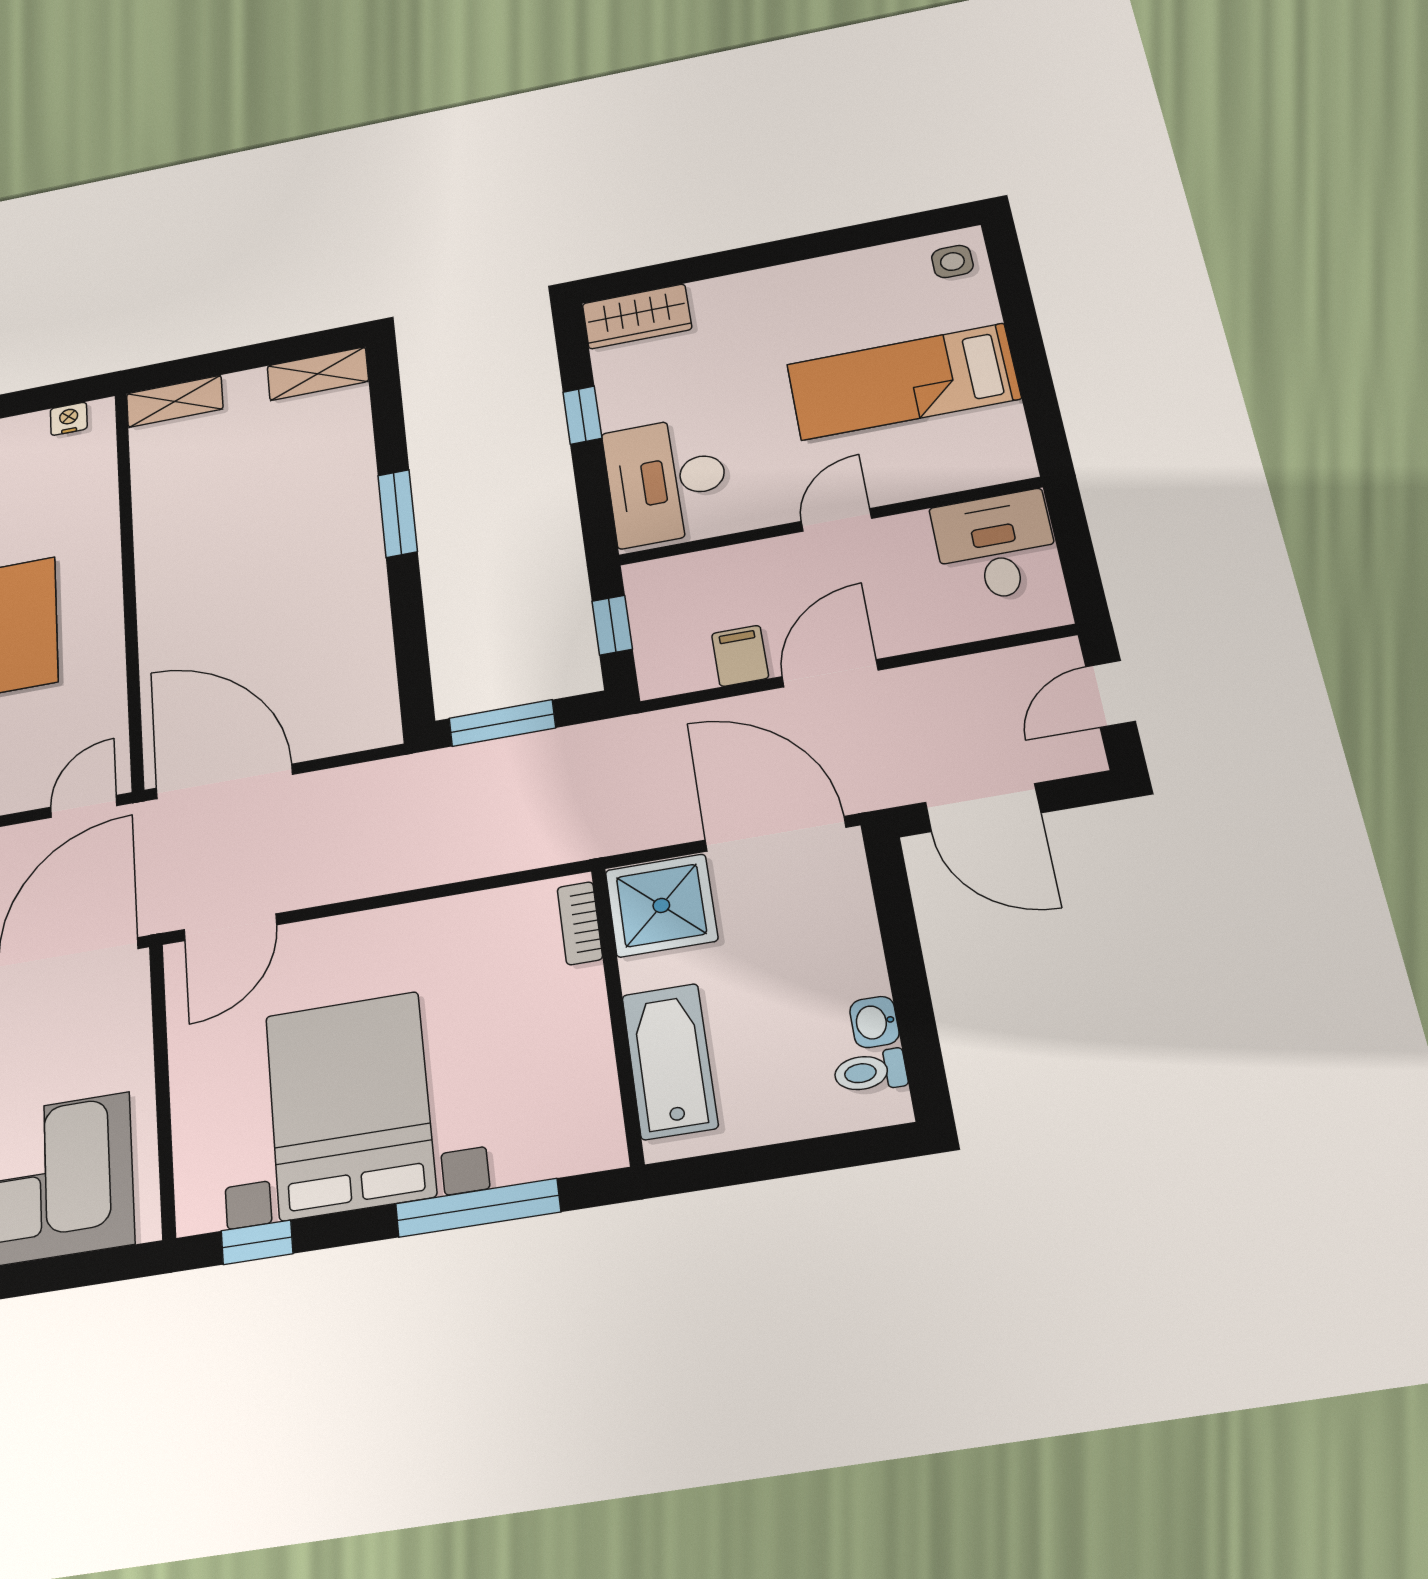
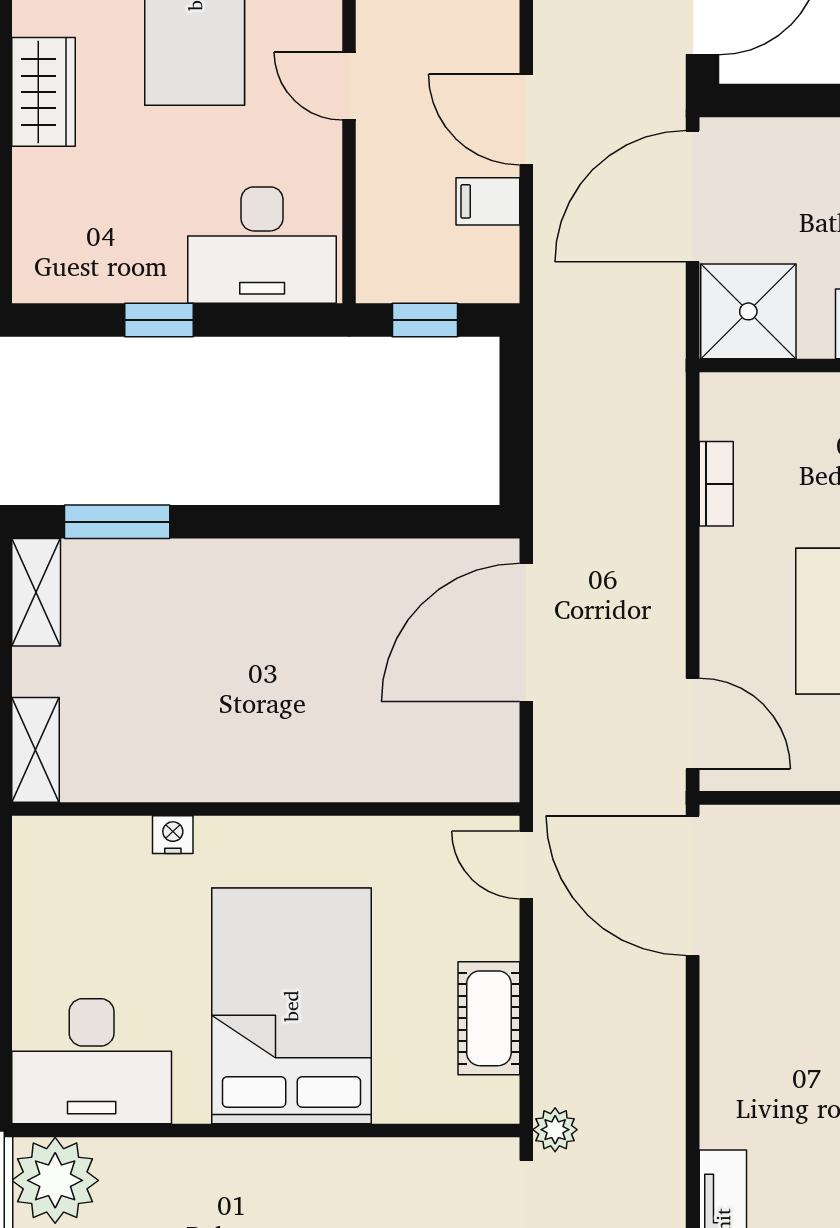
wardrobe: (637, 316) -> (43, 92), moved
nightstand: (69, 419) -> (173, 835), moved, turned 90
window: (398, 513) -> (117, 522), moved
window: (502, 723) -> (516, 440), removed
door: (224, 781) -> (526, 633), moved
bookcase: (580, 923) -> (716, 484), moved, turned -90

